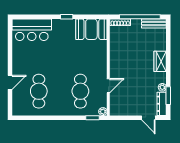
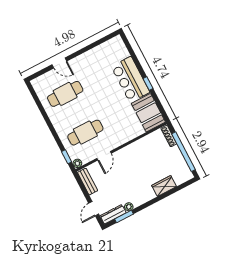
bench: (154, 23) -> (88, 182), moved
bar counter: (32, 30) -> (130, 79), moved
wardrobe: (160, 61) -> (164, 186), moved
door: (108, 86) -> (104, 156), hinge flipped

